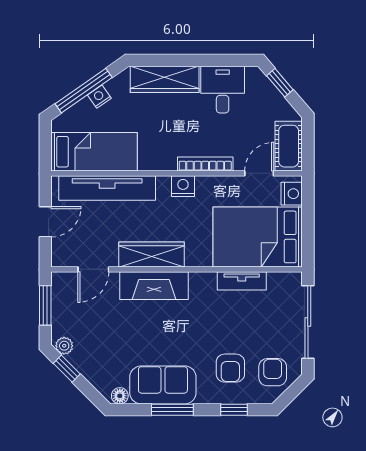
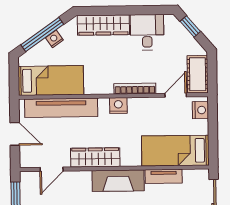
door: (45, 222) -> (15, 134), hinge flipped
bed: (258, 237) -> (175, 151), width x0.67
fireplace: (154, 286) -> (118, 181), moved

